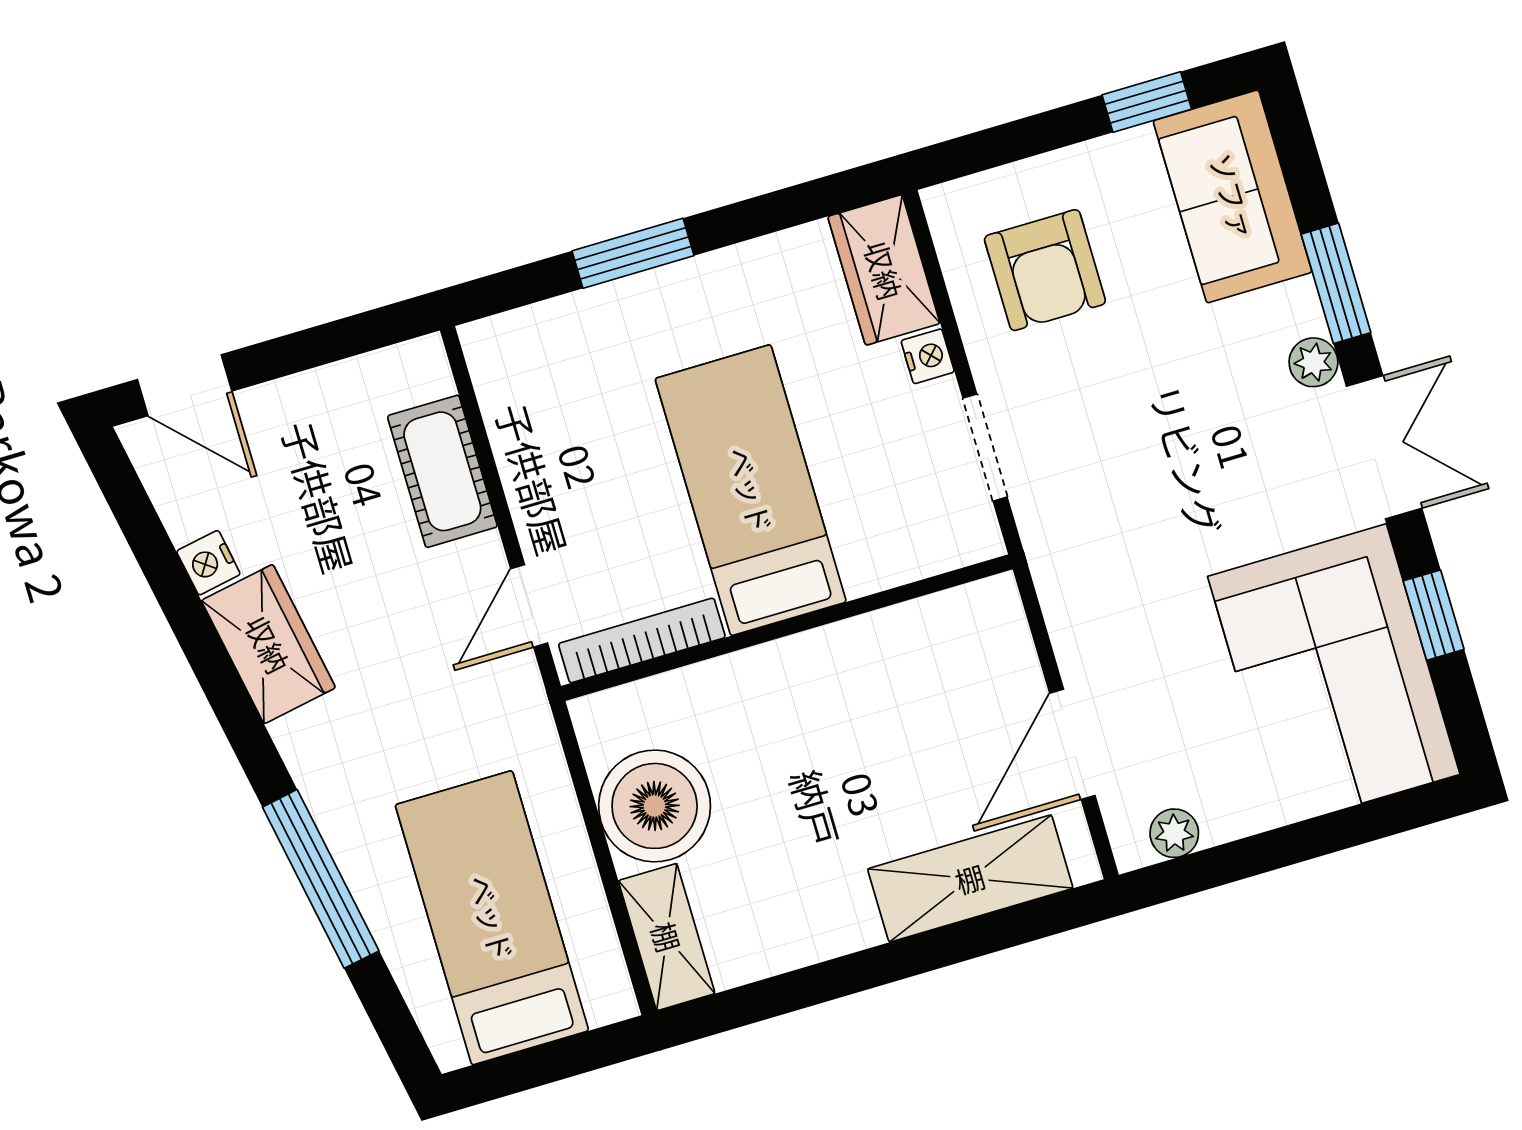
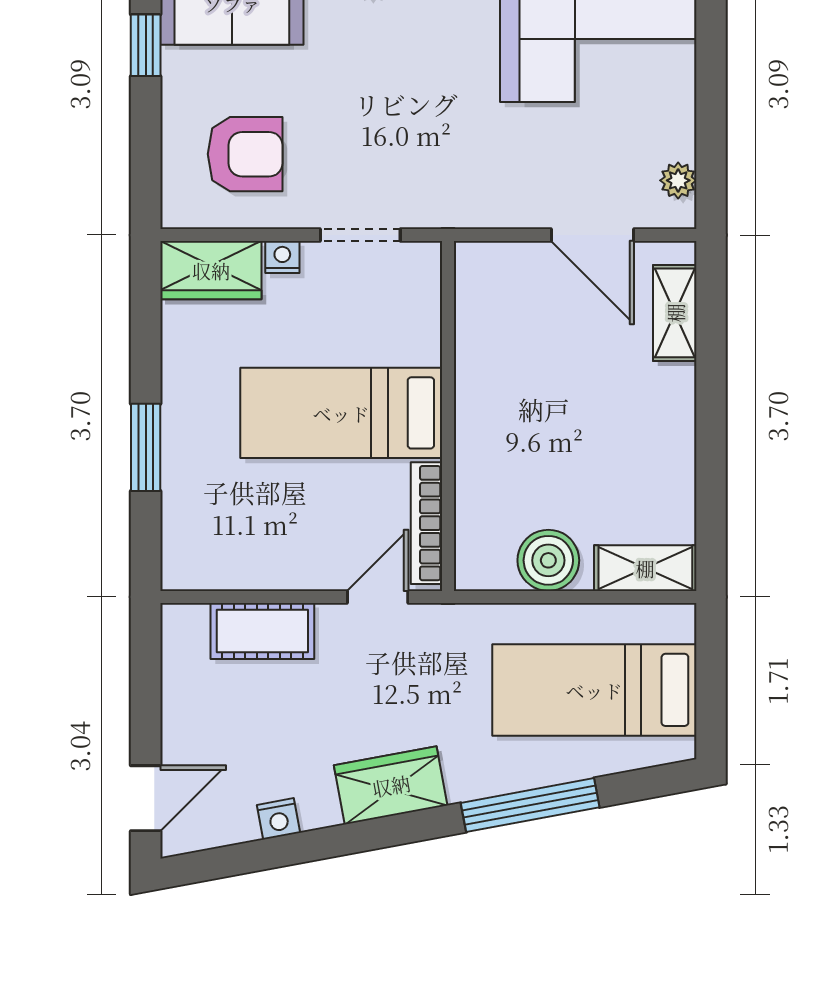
door: (529, 606) -> (378, 597), swing flipped
wardrobe: (268, 644) -> (391, 785), moved
boiler: (655, 806) -> (548, 560), width x0.73, depth x0.73
shelving: (970, 878) -> (675, 313), width x0.67, depth x0.75

